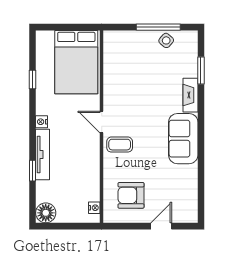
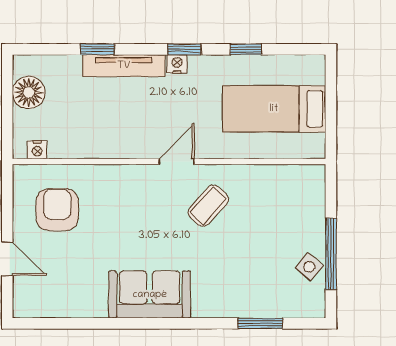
bed: (76, 62) -> (274, 109), width x0.67
fireplace: (190, 95) -> (220, 306), removed
window: (33, 117) -> (184, 49), added
coffee table: (120, 145) -> (208, 206), moved, turned 42
floor lamp: (46, 213) -> (29, 92), moved

